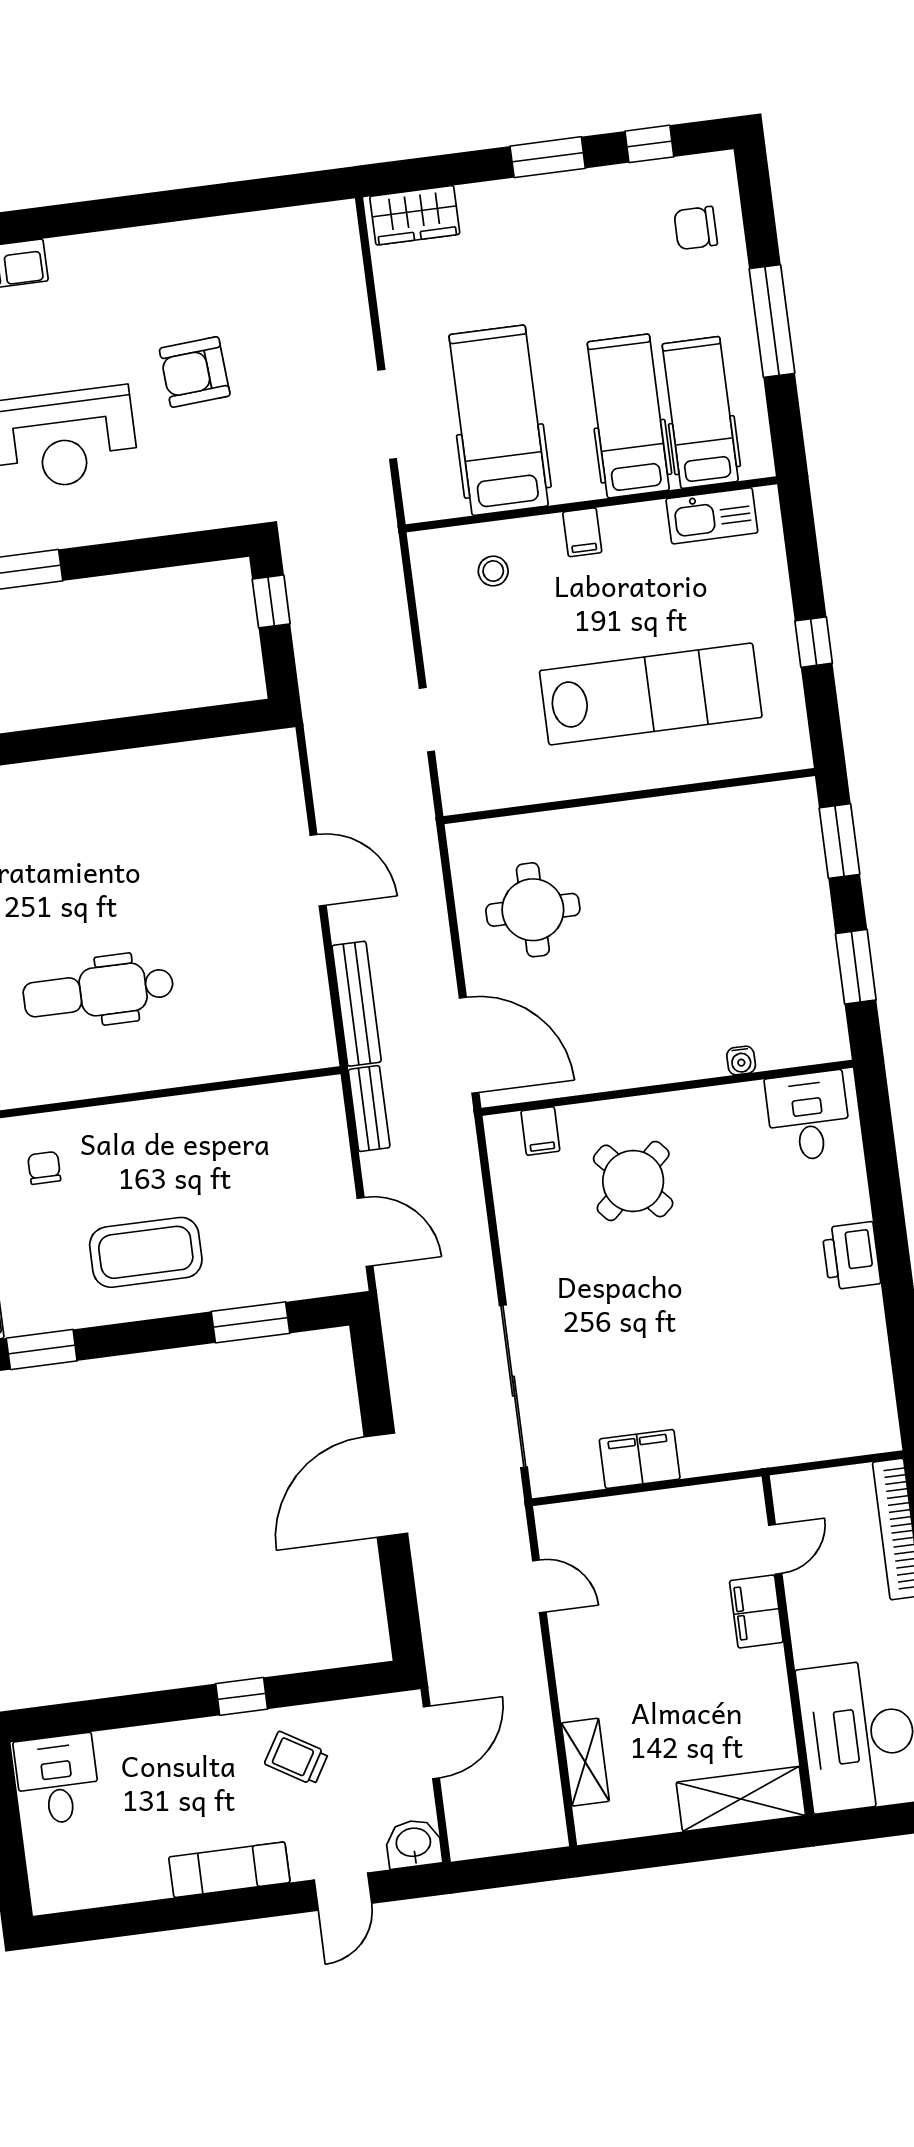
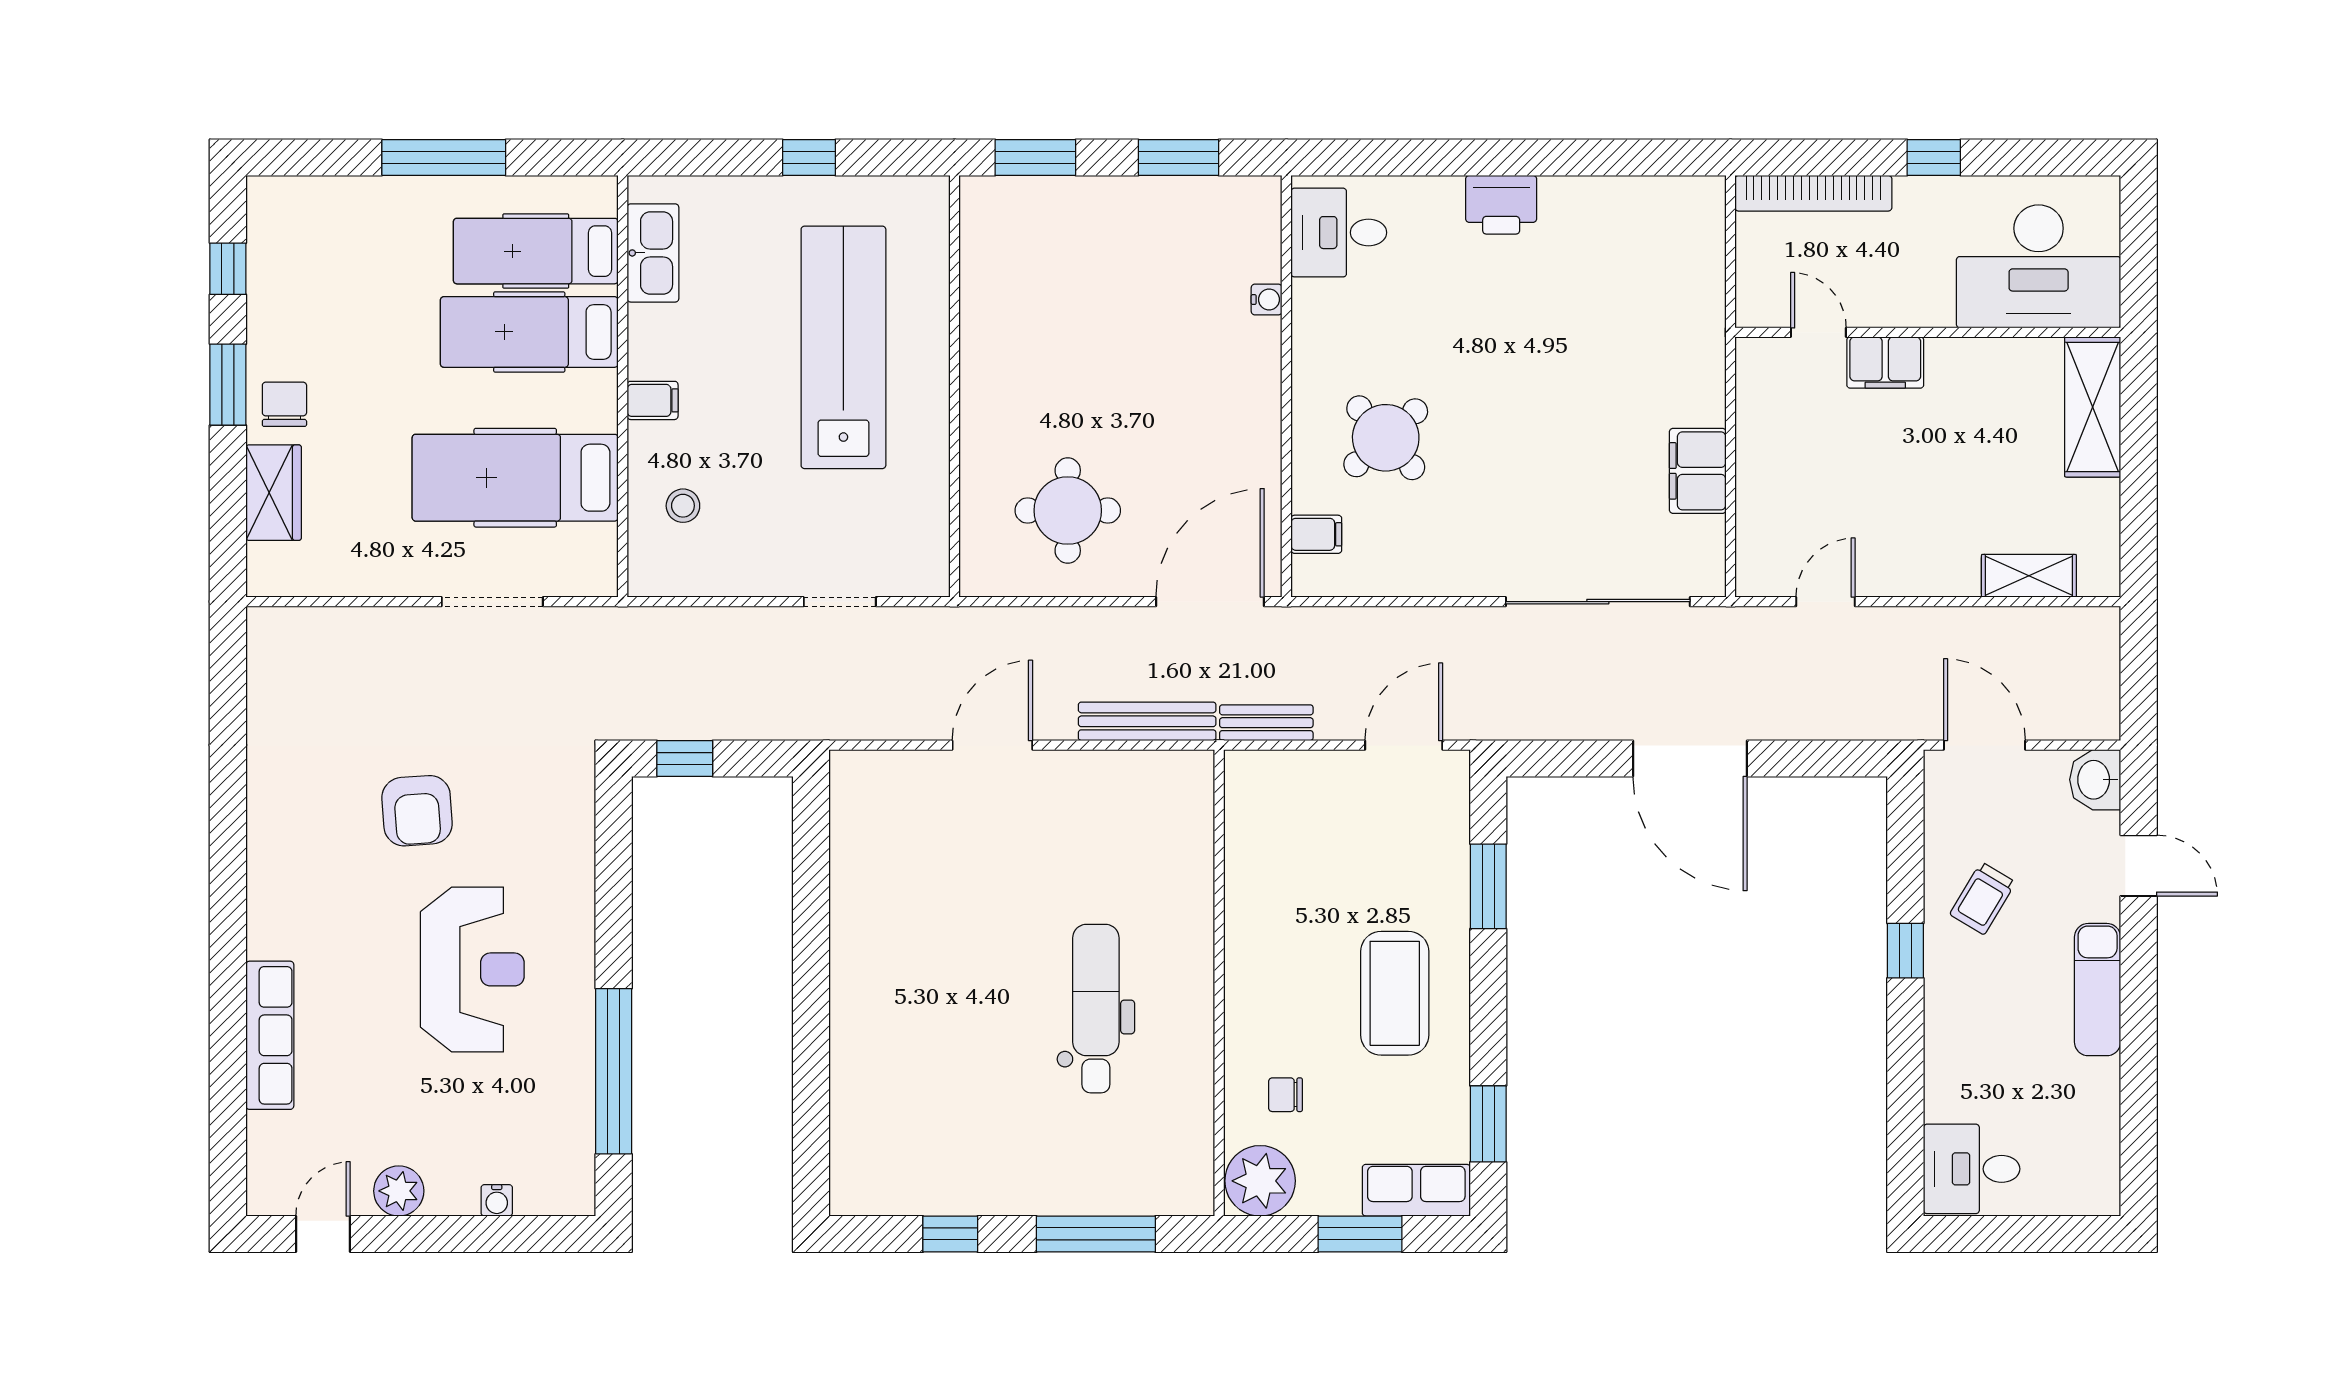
wardrobe: (415, 215) -> (274, 493), moved
chair: (696, 228) -> (284, 404), moved, turned 180
dental chair: (98, 991) -> (1096, 1009), turned 180

